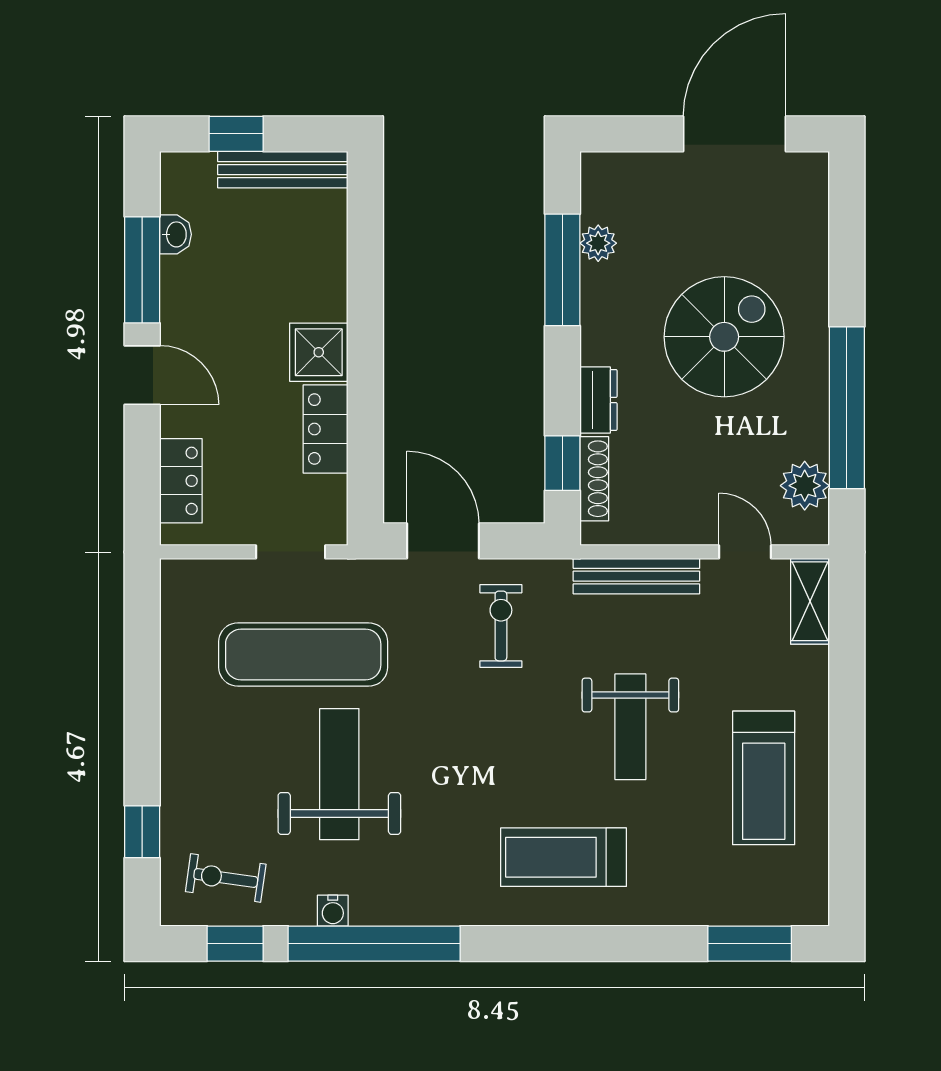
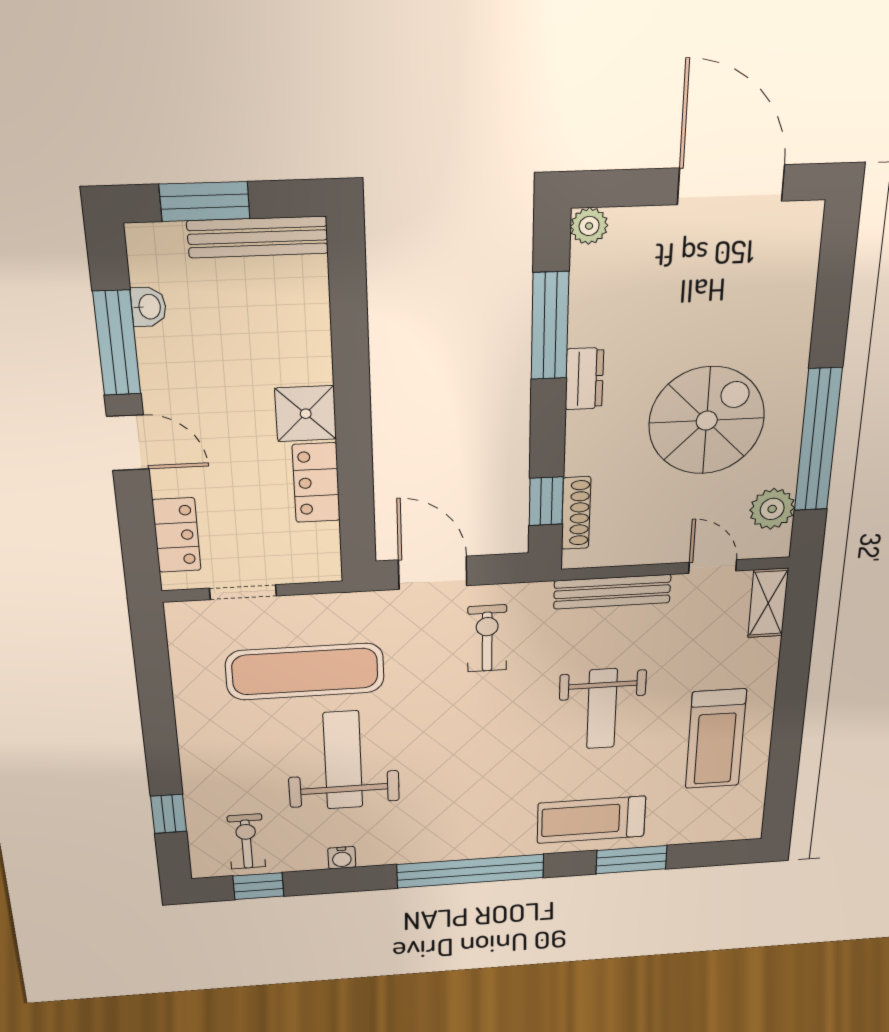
window: (236, 134) -> (205, 201), width x1.50
door: (734, 134) -> (731, 185), hinge flipped
plant: (598, 243) -> (589, 226), moved
spiral stairs: (724, 337) -> (707, 421), moved
dresser: (598, 400) -> (584, 379), moved
doorway: (291, 552) -> (243, 592), moved
treadmill: (563, 857) -> (591, 820), moved
exercise bike: (226, 878) -> (246, 842), turned 82
window: (374, 944) -> (470, 871), moved
window: (750, 944) -> (632, 860), moved

